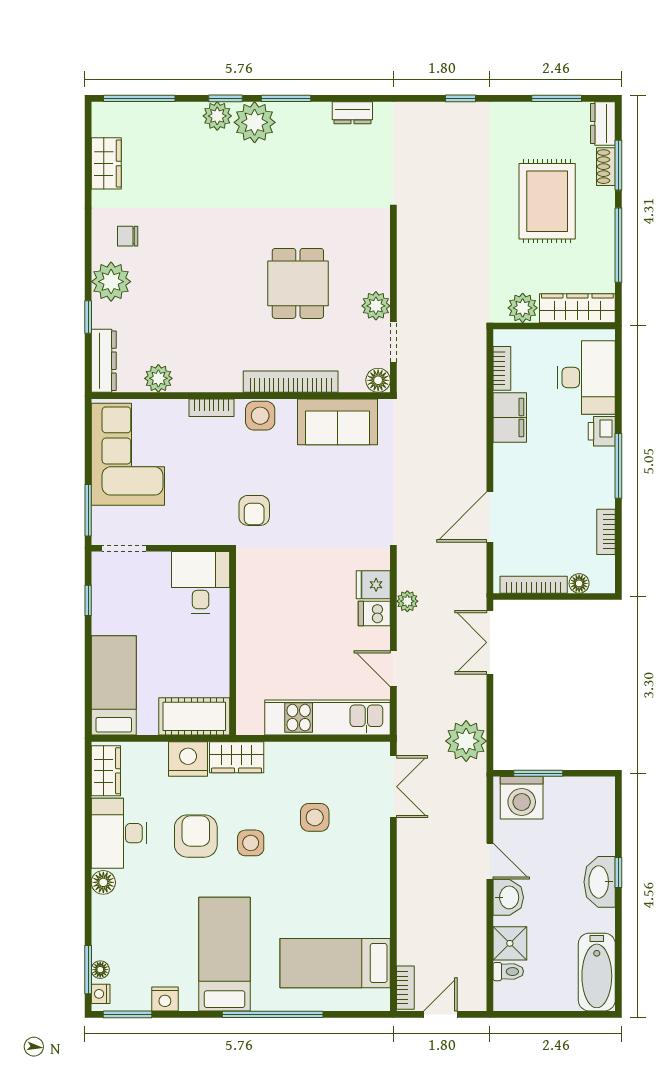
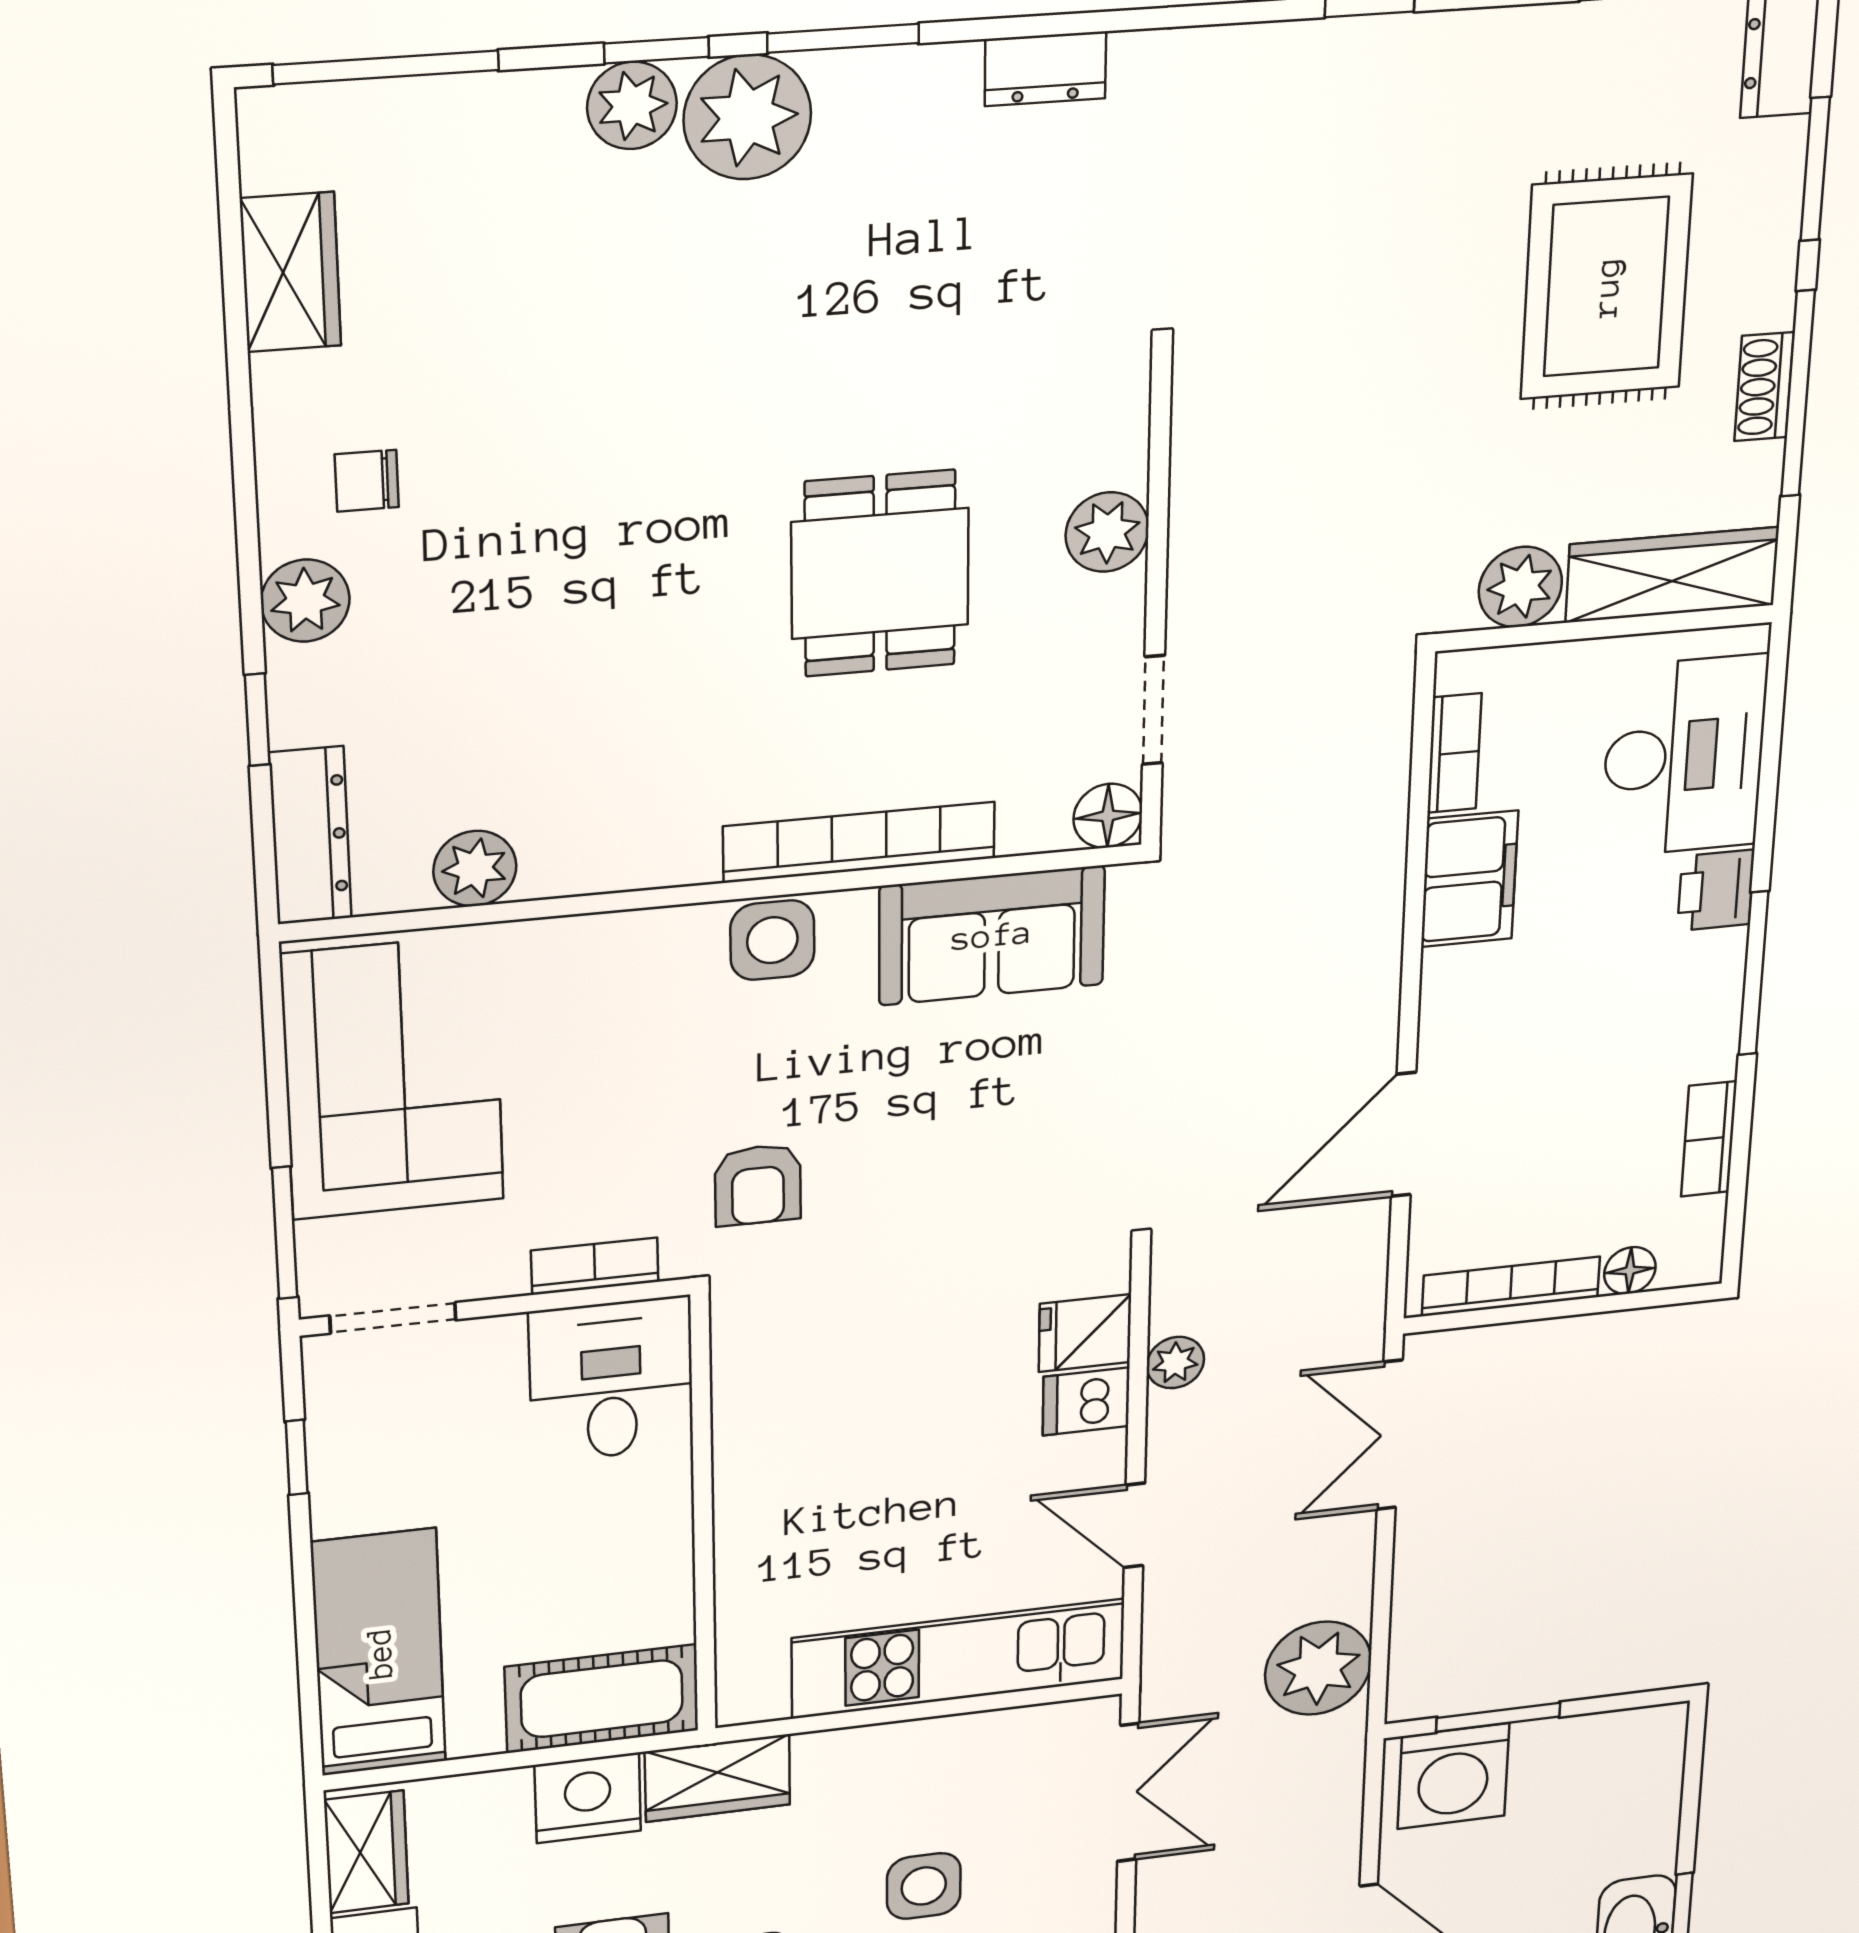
shoe rack: (606, 167) -> (1764, 387), moved
plant: (111, 282) -> (305, 601), width x0.73, depth x0.73
plant: (376, 306) -> (1107, 532), moved
bookcase: (212, 408) -> (595, 1266), moved, turned 180

